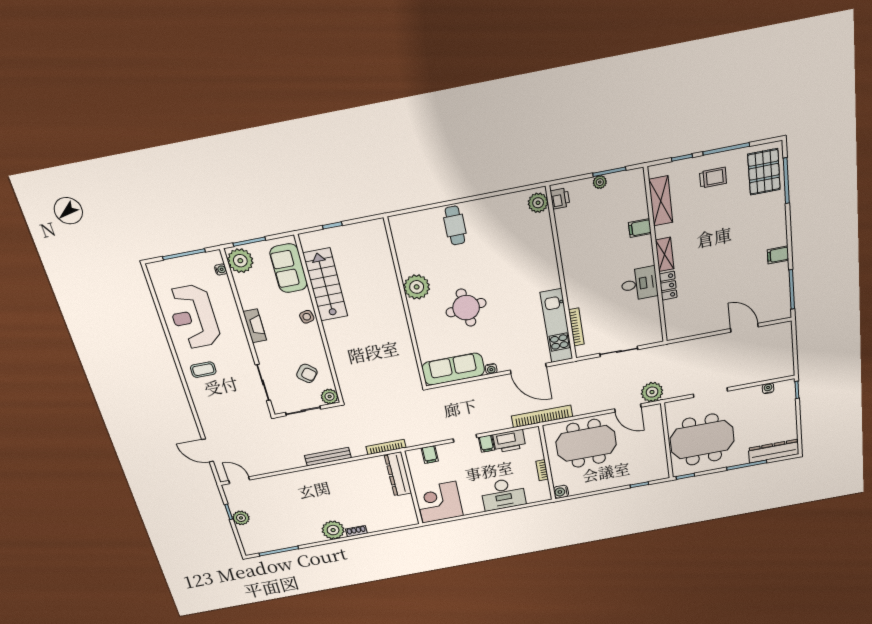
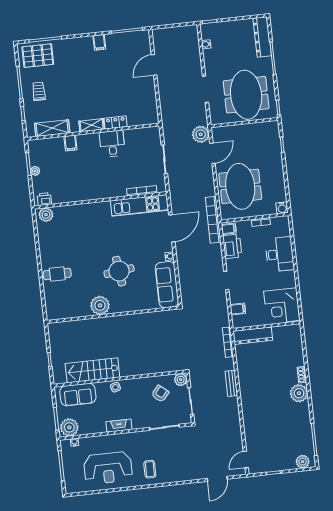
filing cabinet: (487, 444) -> (229, 229), moved
bench: (328, 457) -> (231, 383), width x0.73
plant: (241, 518) -> (303, 462), moved

